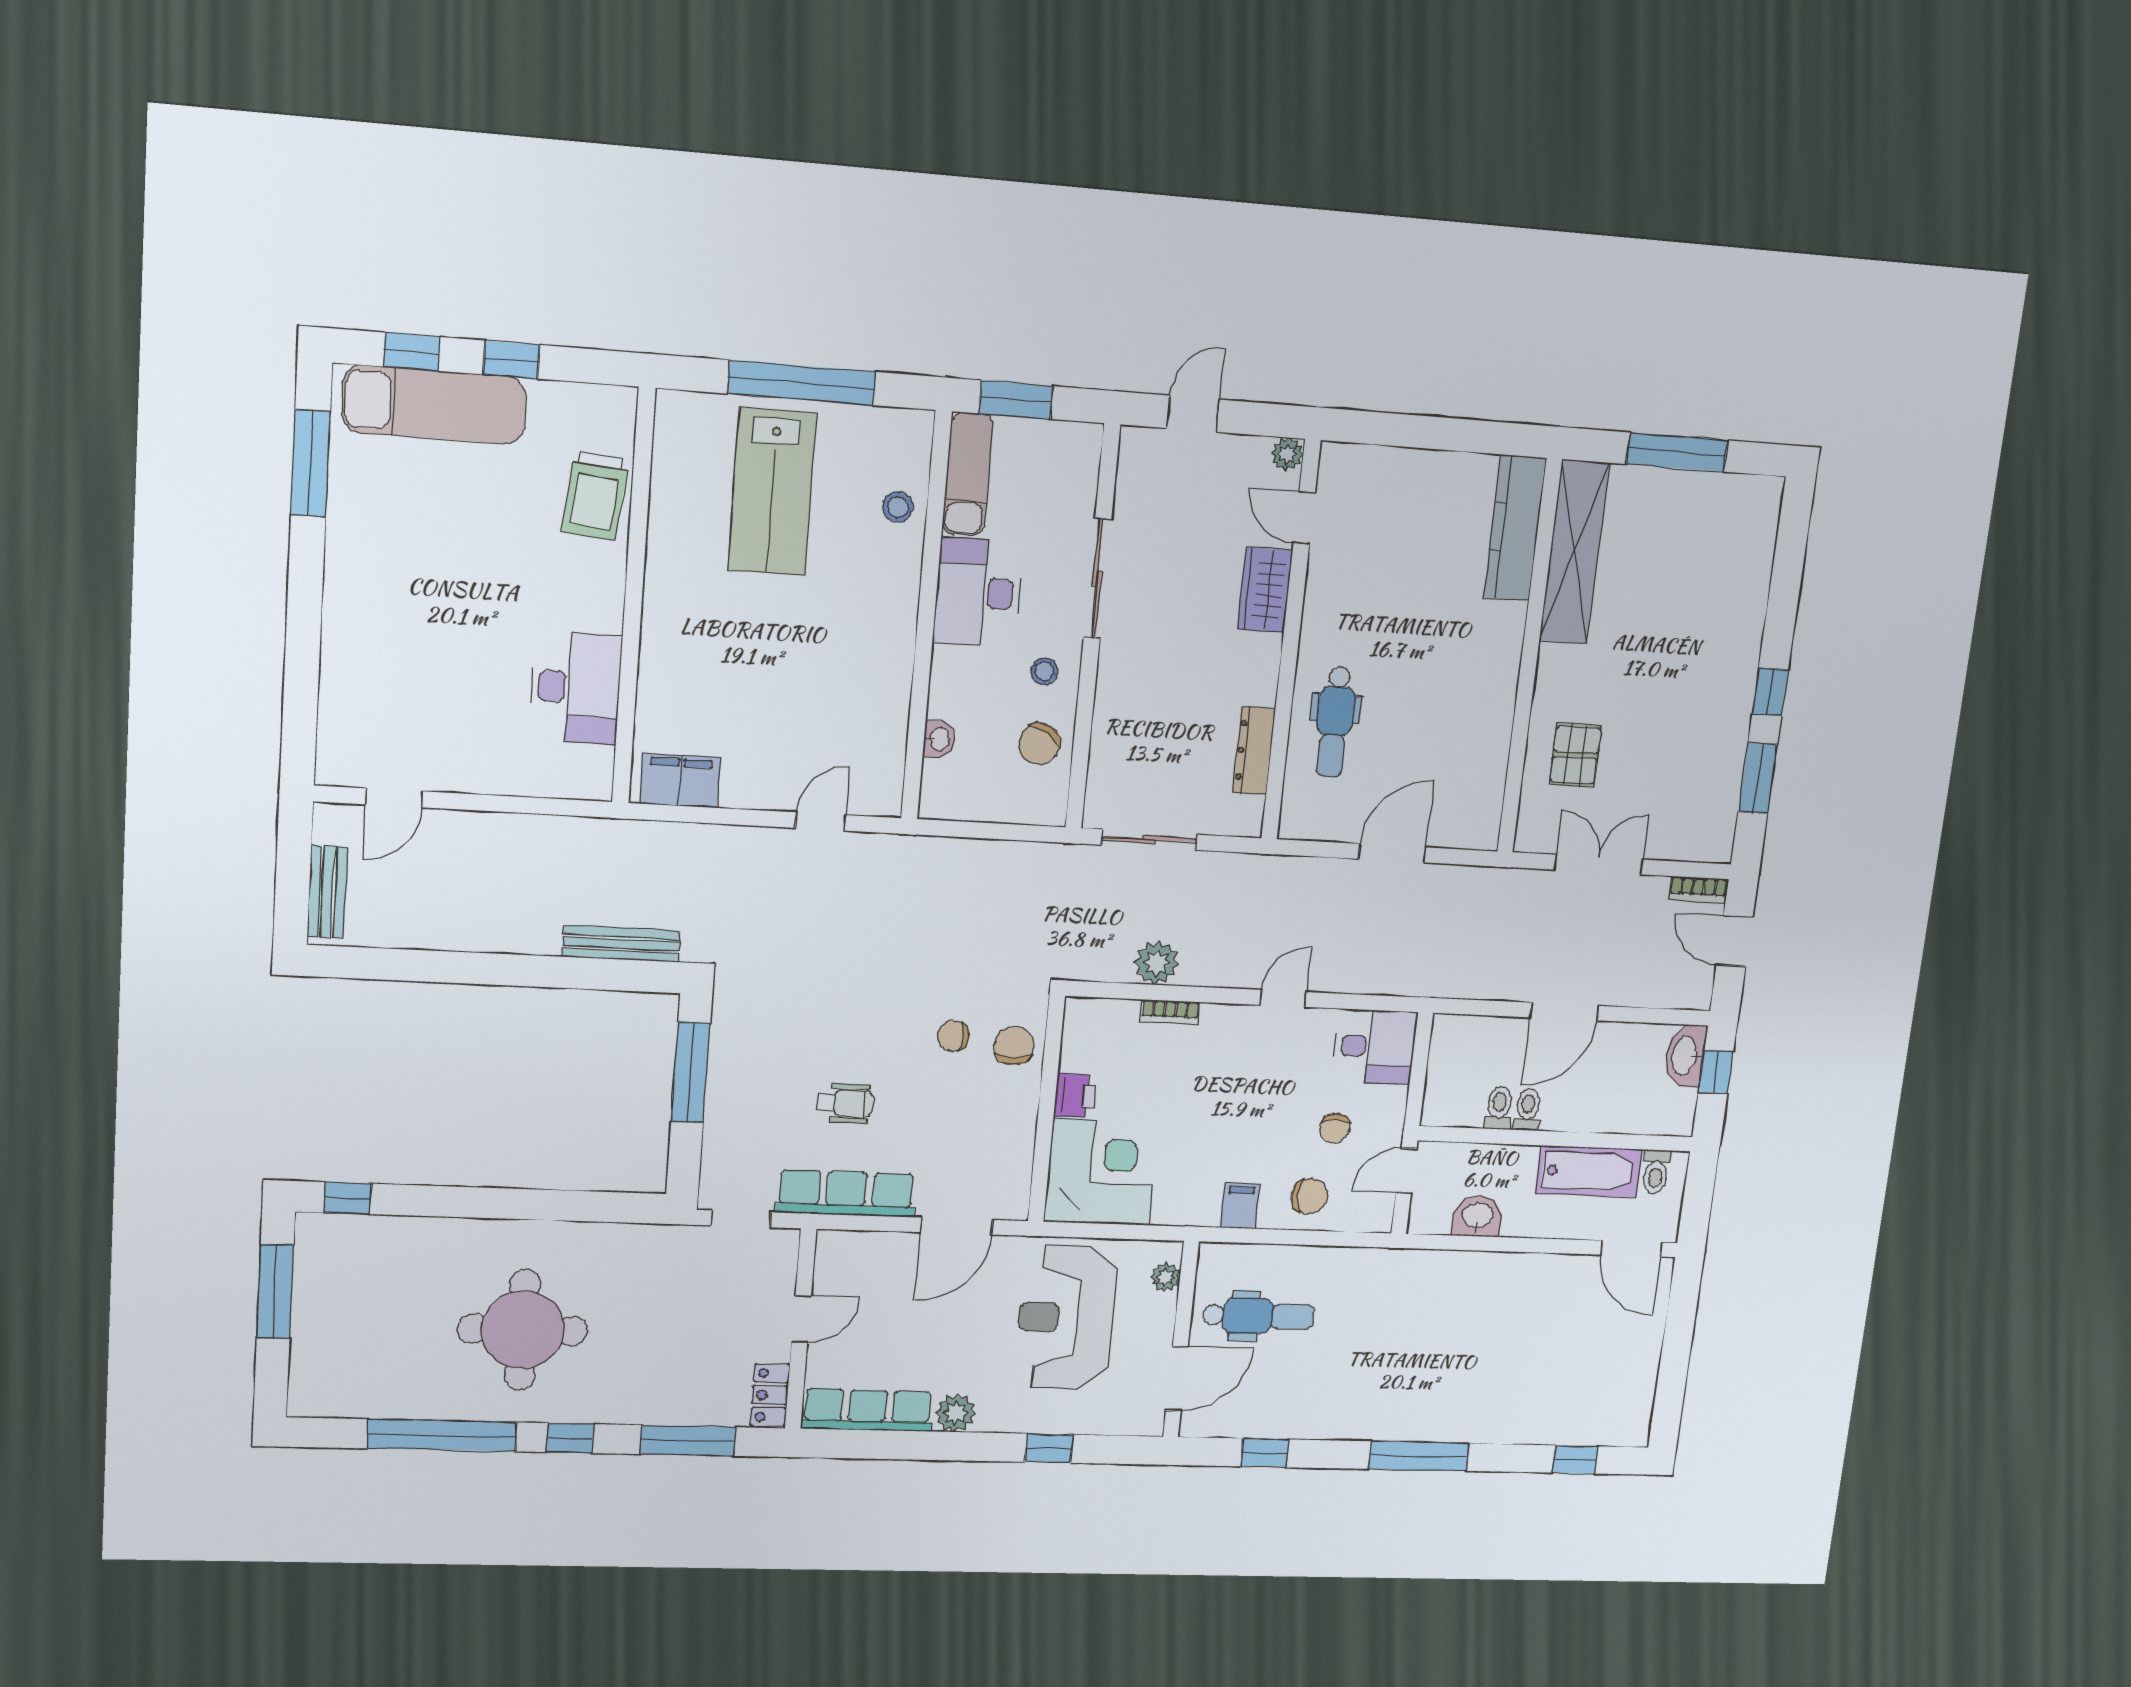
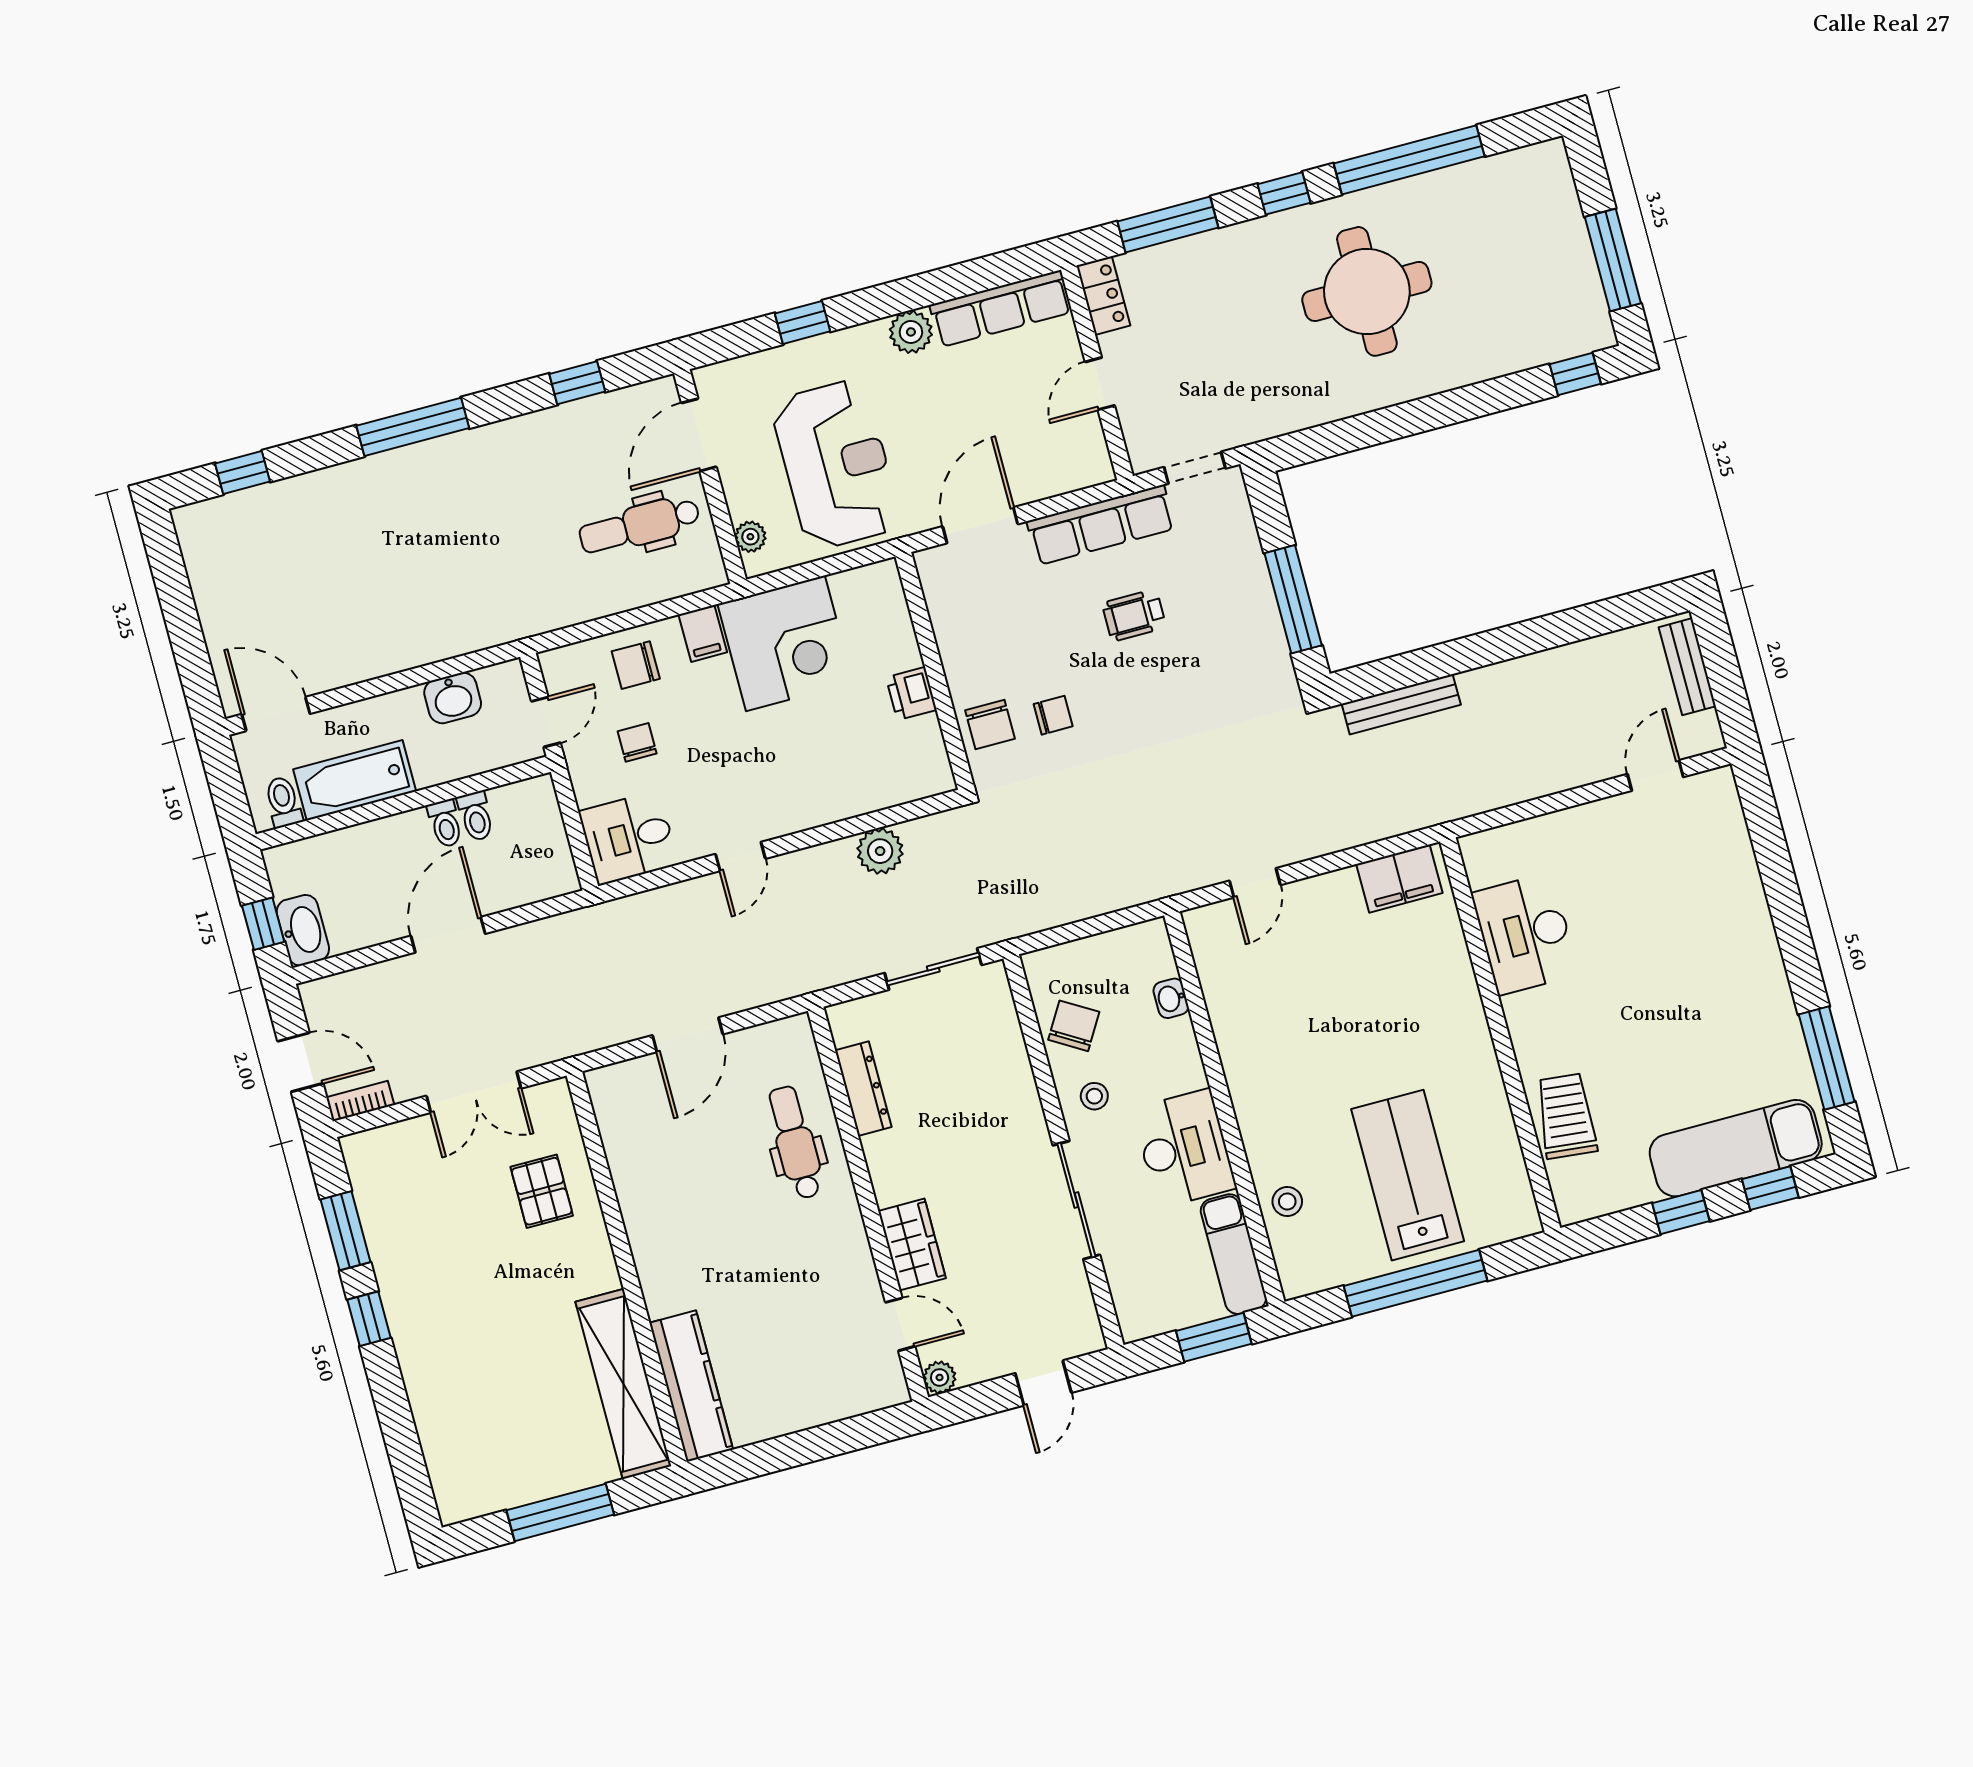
bookcase: (1170, 1012) -> (848, 807), removed
corner desk: (1101, 1172) -> (785, 643), moved, turned -90

